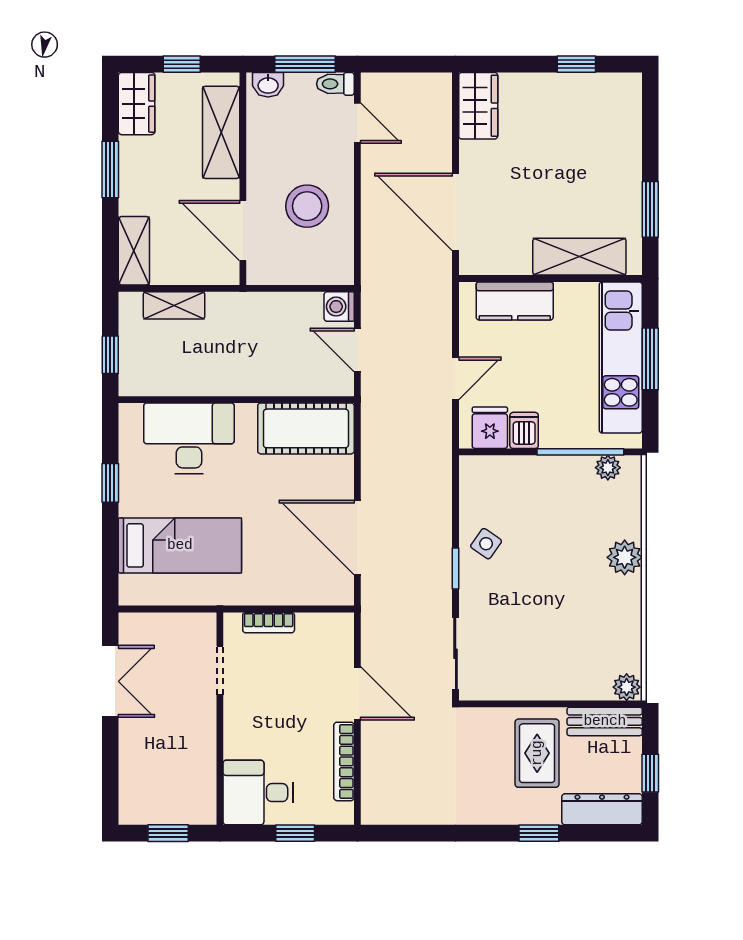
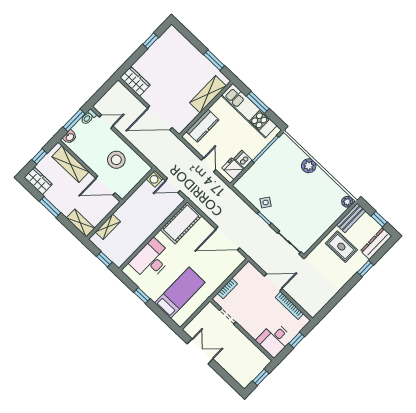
plant: (608, 468) -> (278, 145), removed

